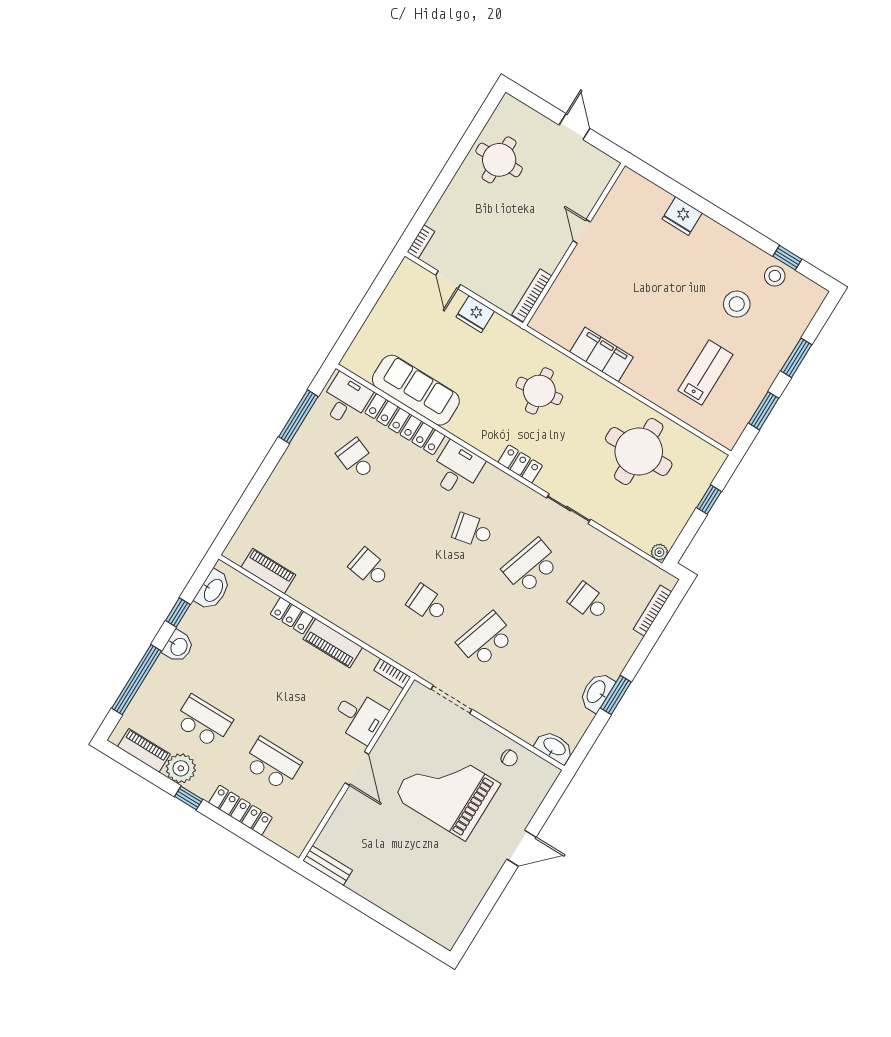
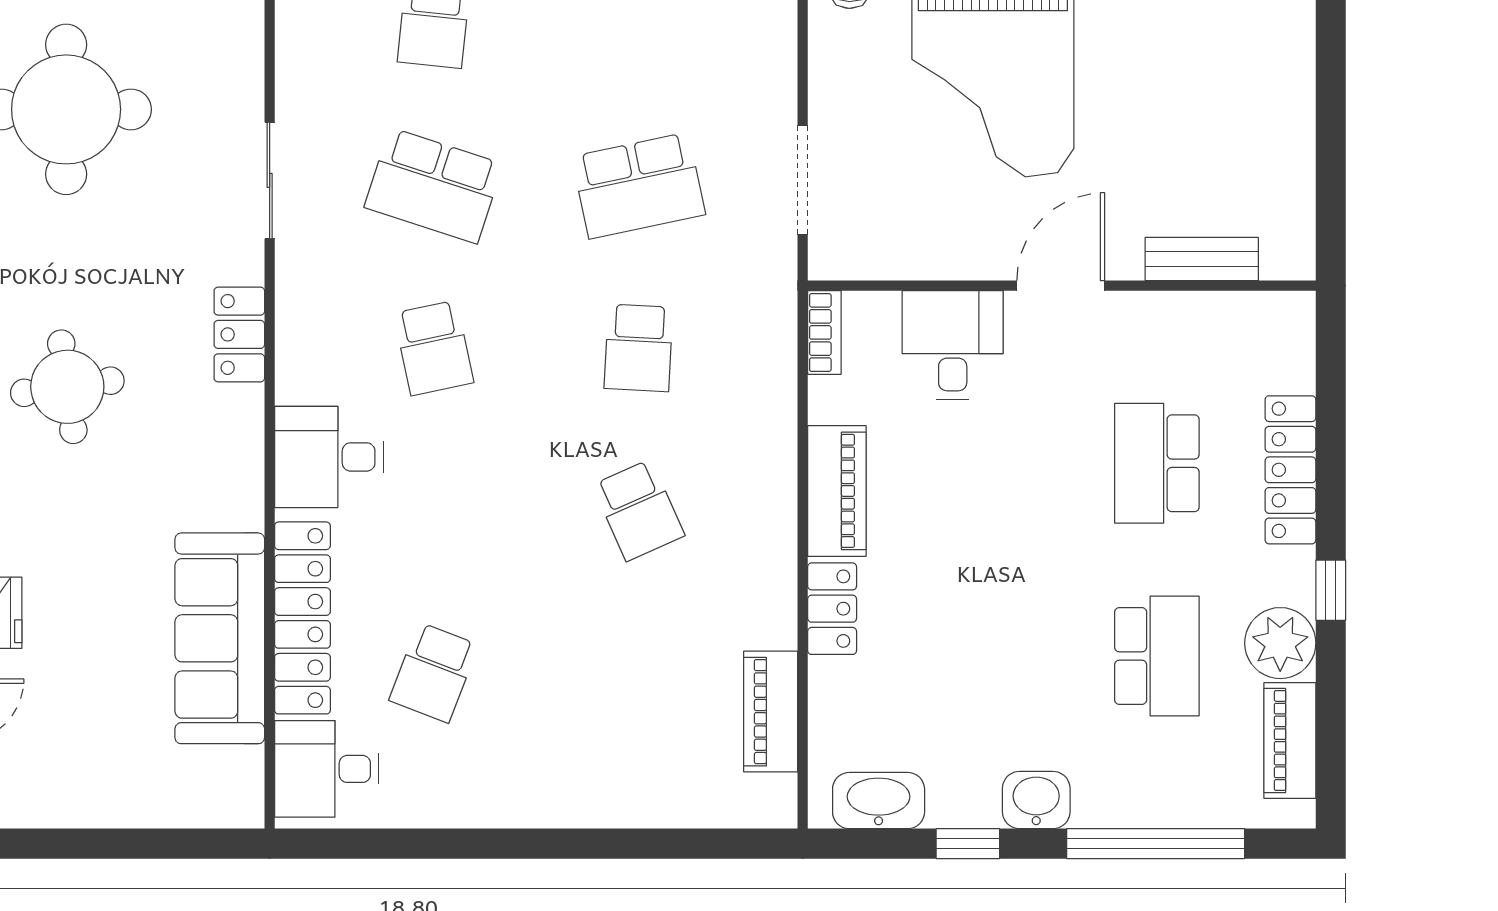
window: (298, 417) -> (420, 844), removed
school desk: (370, 568) -> (638, 510), turned -33
school desk: (486, 639) -> (638, 186), turned -30
school desk: (203, 721) -> (1157, 656), turned 180
bench: (328, 865) -> (1202, 259), moved, turned 90

